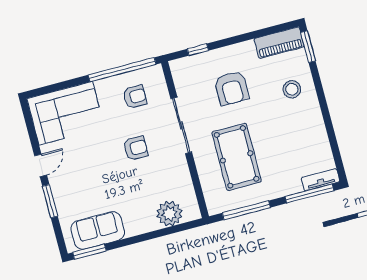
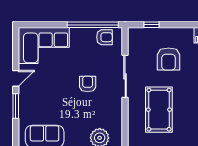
armchair: (135, 97) -> (104, 37), moved
armchair: (135, 148) -> (88, 84), turned -90

